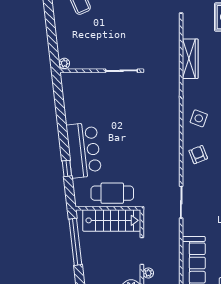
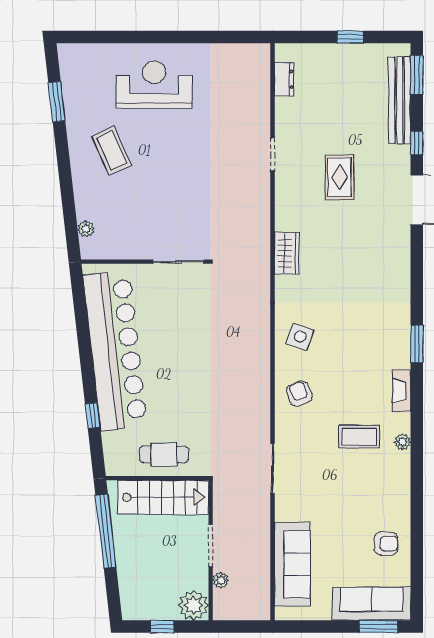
wardrobe: (190, 59) -> (287, 253), width x0.67
plant: (64, 63) -> (86, 229), moved
bar counter: (84, 150) -> (115, 351), width x1.86
cafe table: (112, 193) -> (164, 454), width x0.73, depth x0.74

